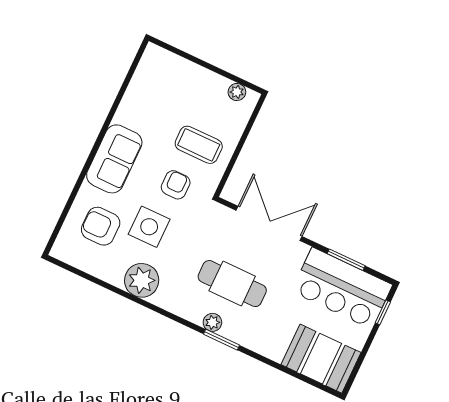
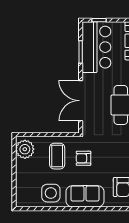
plant: (237, 92) -> (25, 149), width x1.88, depth x1.88
side table: (149, 227) -> (51, 193), moved

